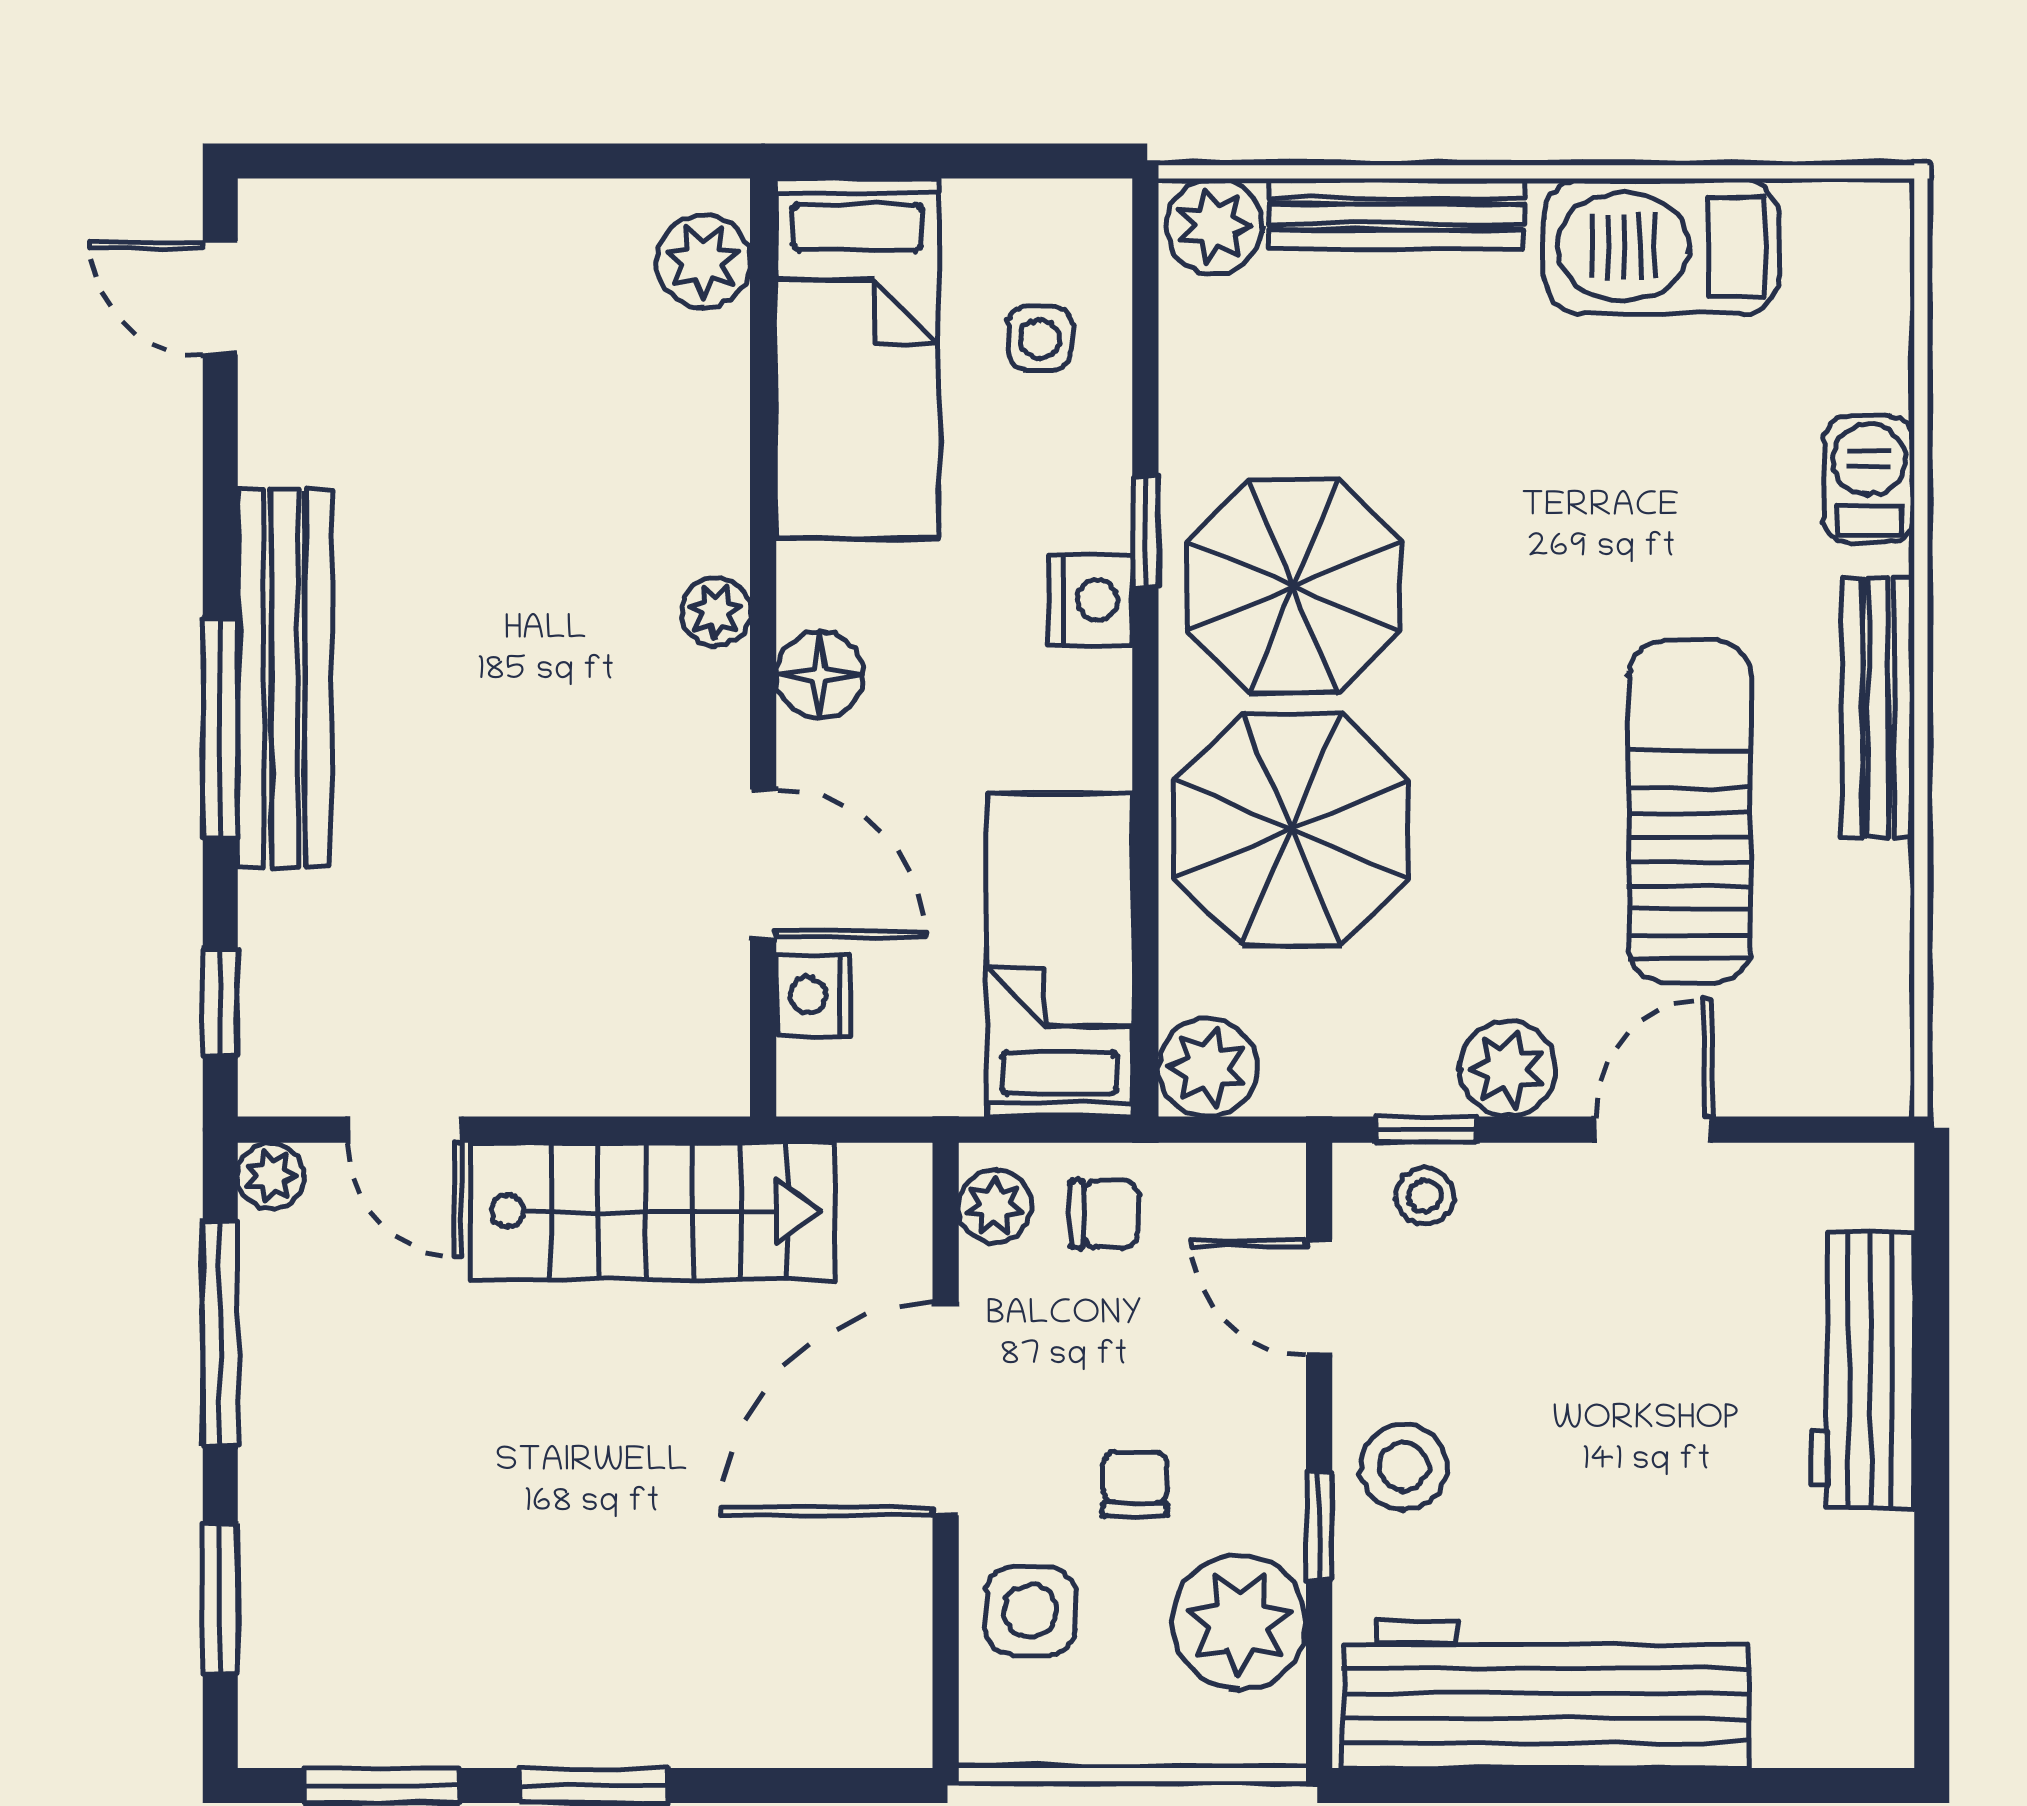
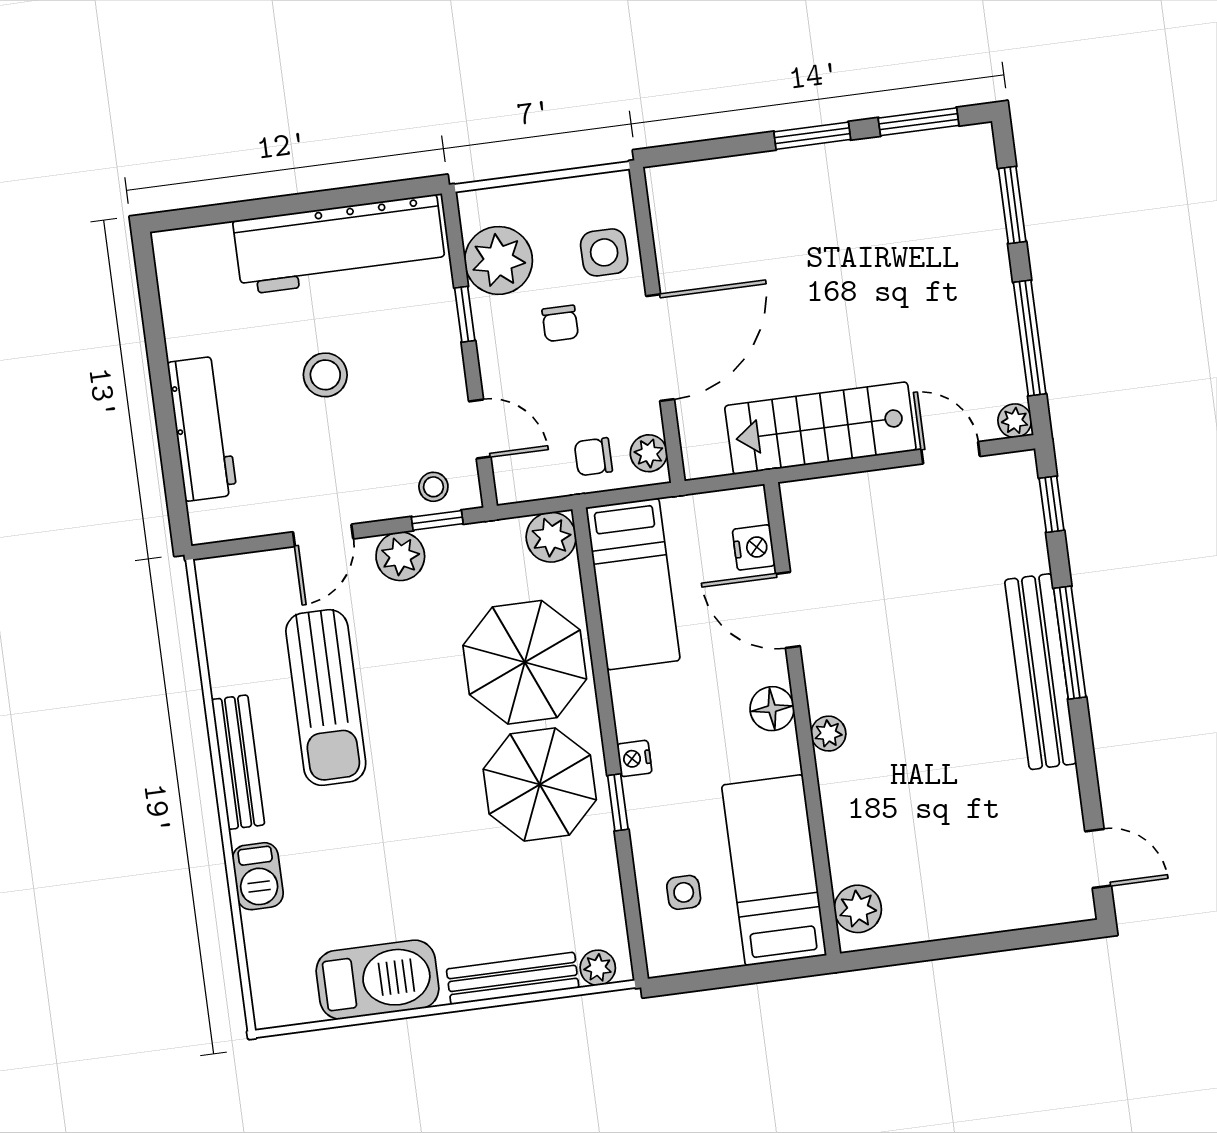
plant: (1214, 226) -> (598, 968), width x0.73, depth x0.73
nightstand: (1091, 600) -> (635, 758), width x0.72, depth x0.74
stool: (1404, 1467) -> (325, 375), moved

